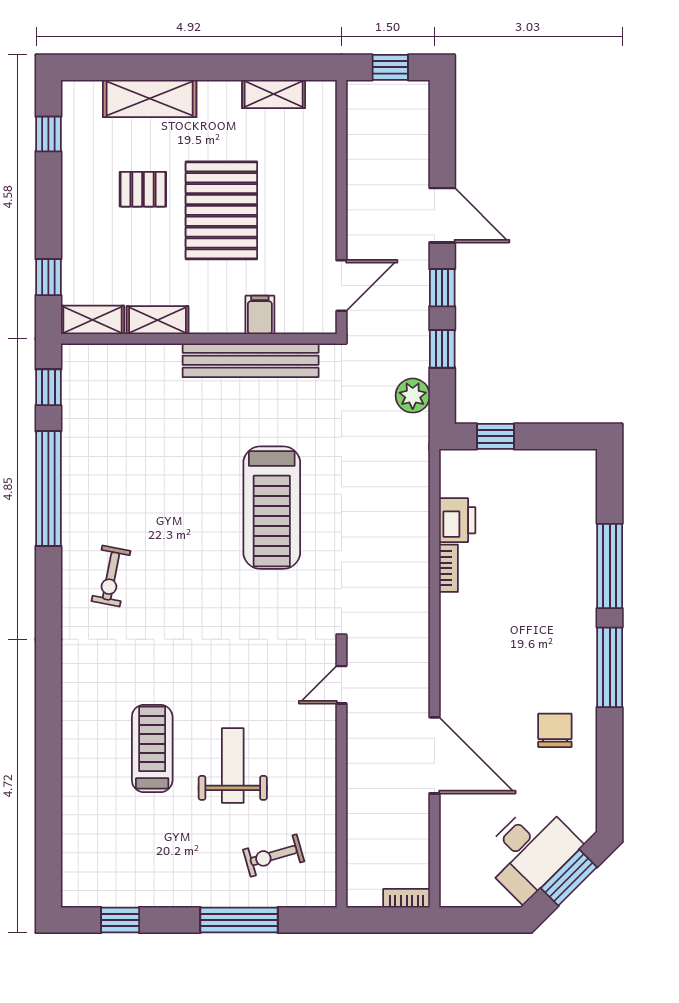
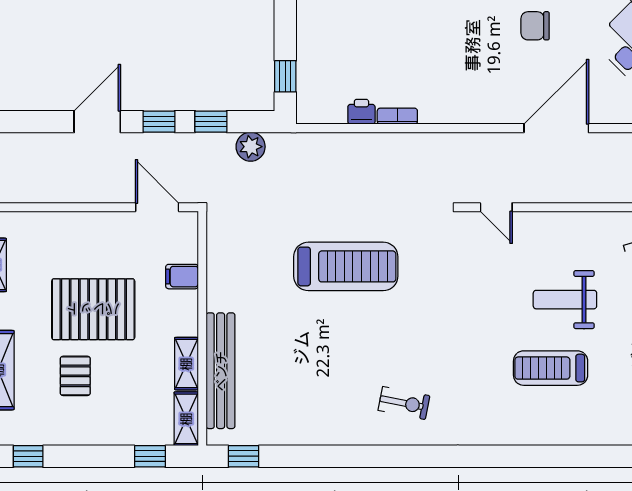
bench: (251, 360) -> (221, 371), moved
window: (48, 489) -> (330, 456), removed
printer: (457, 520) -> (361, 112), width x0.73, depth x0.81

